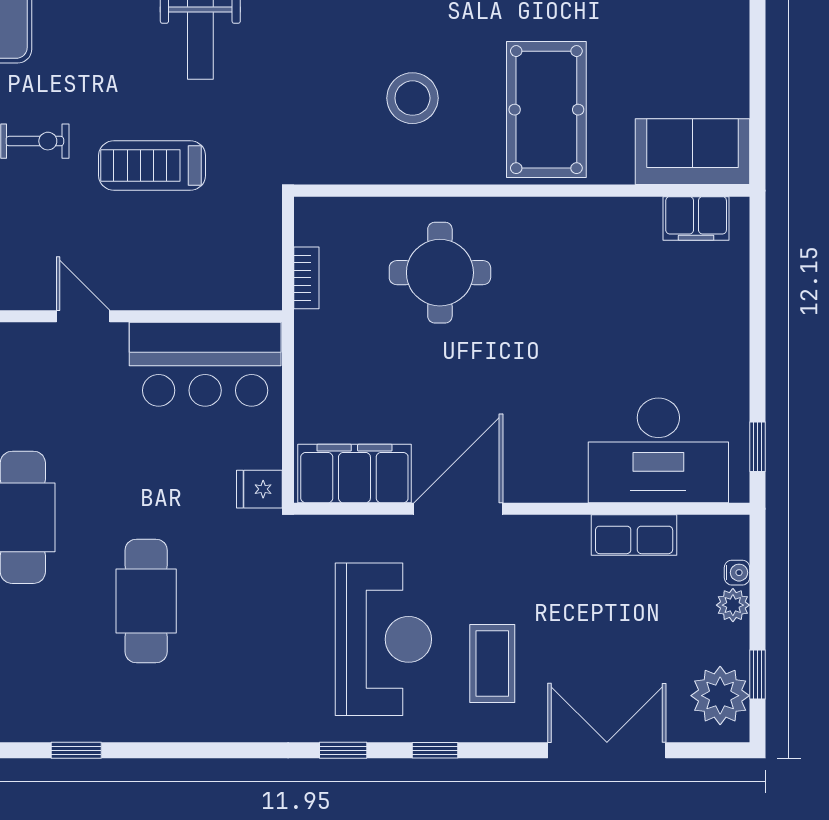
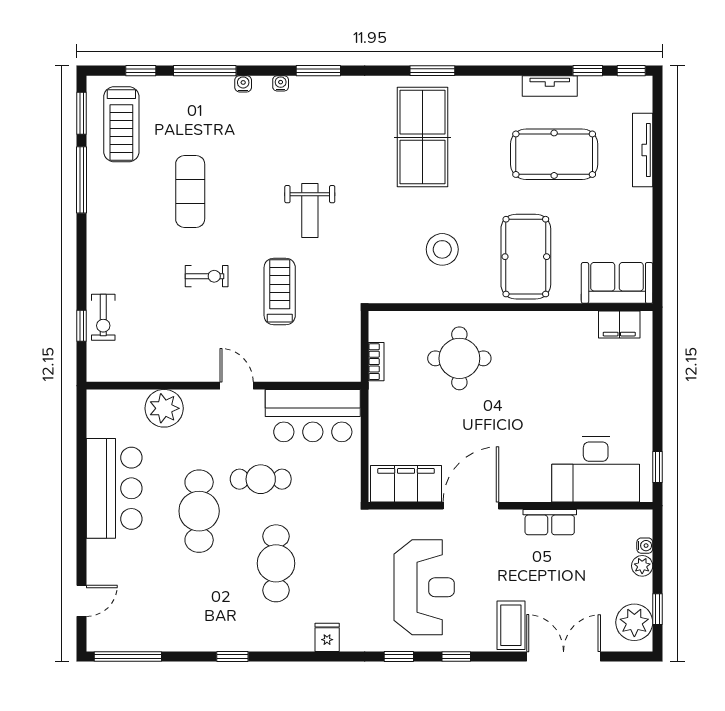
treadmill: (152, 166) -> (280, 292), turned 90
cafe table: (122, 466) -> (261, 479), added
fridge: (259, 489) -> (327, 637), moved, turned 90
row of seats: (634, 535) -> (550, 522), moved
coffee table: (492, 664) -> (511, 625), moved

